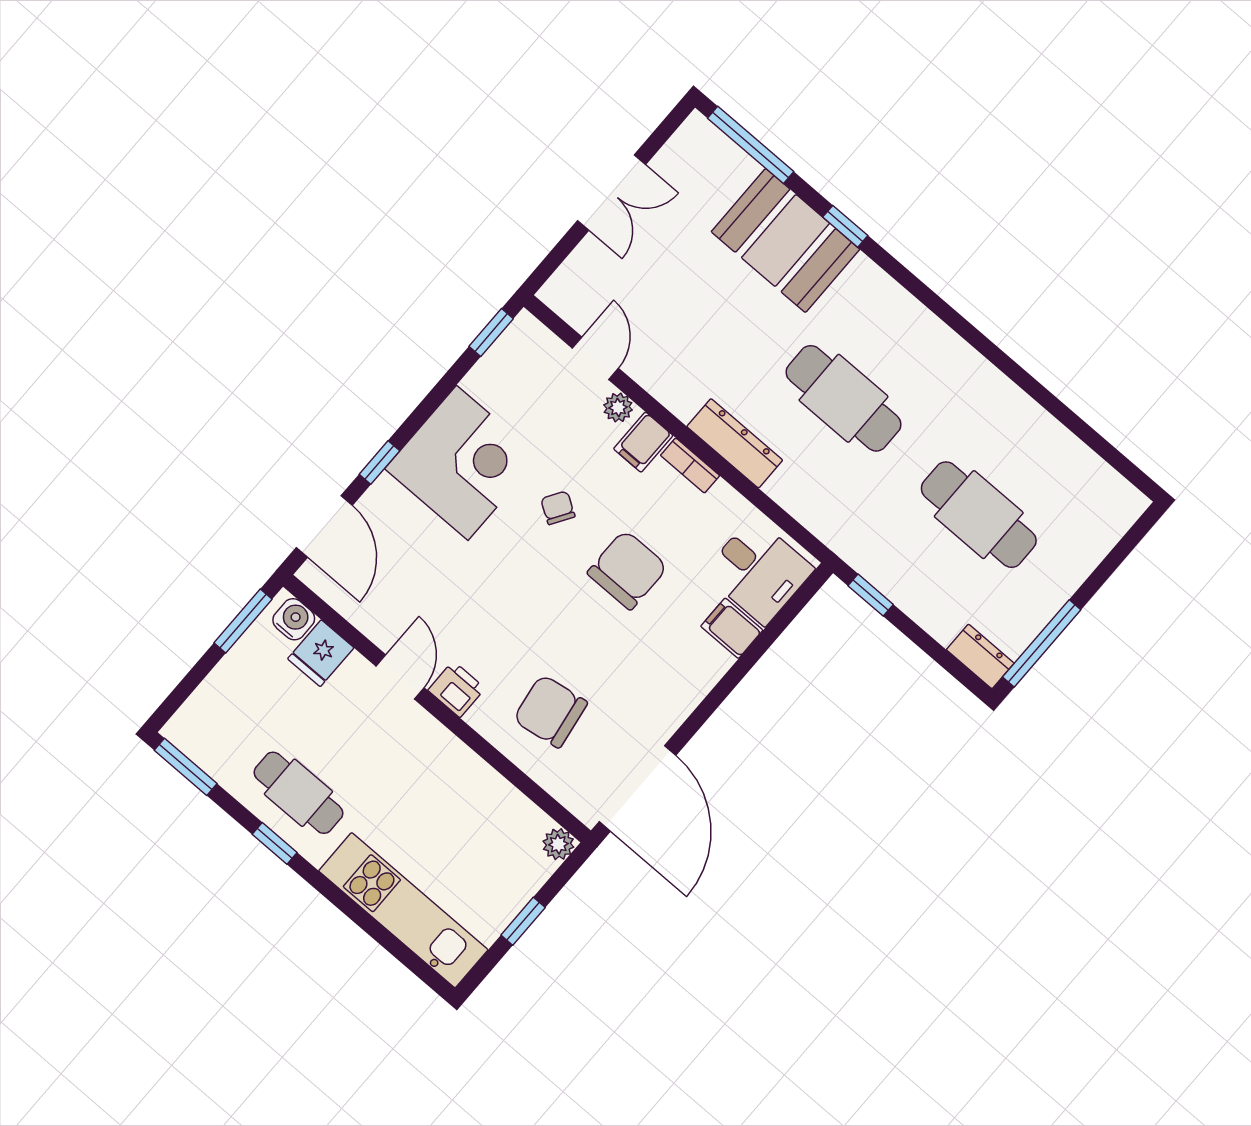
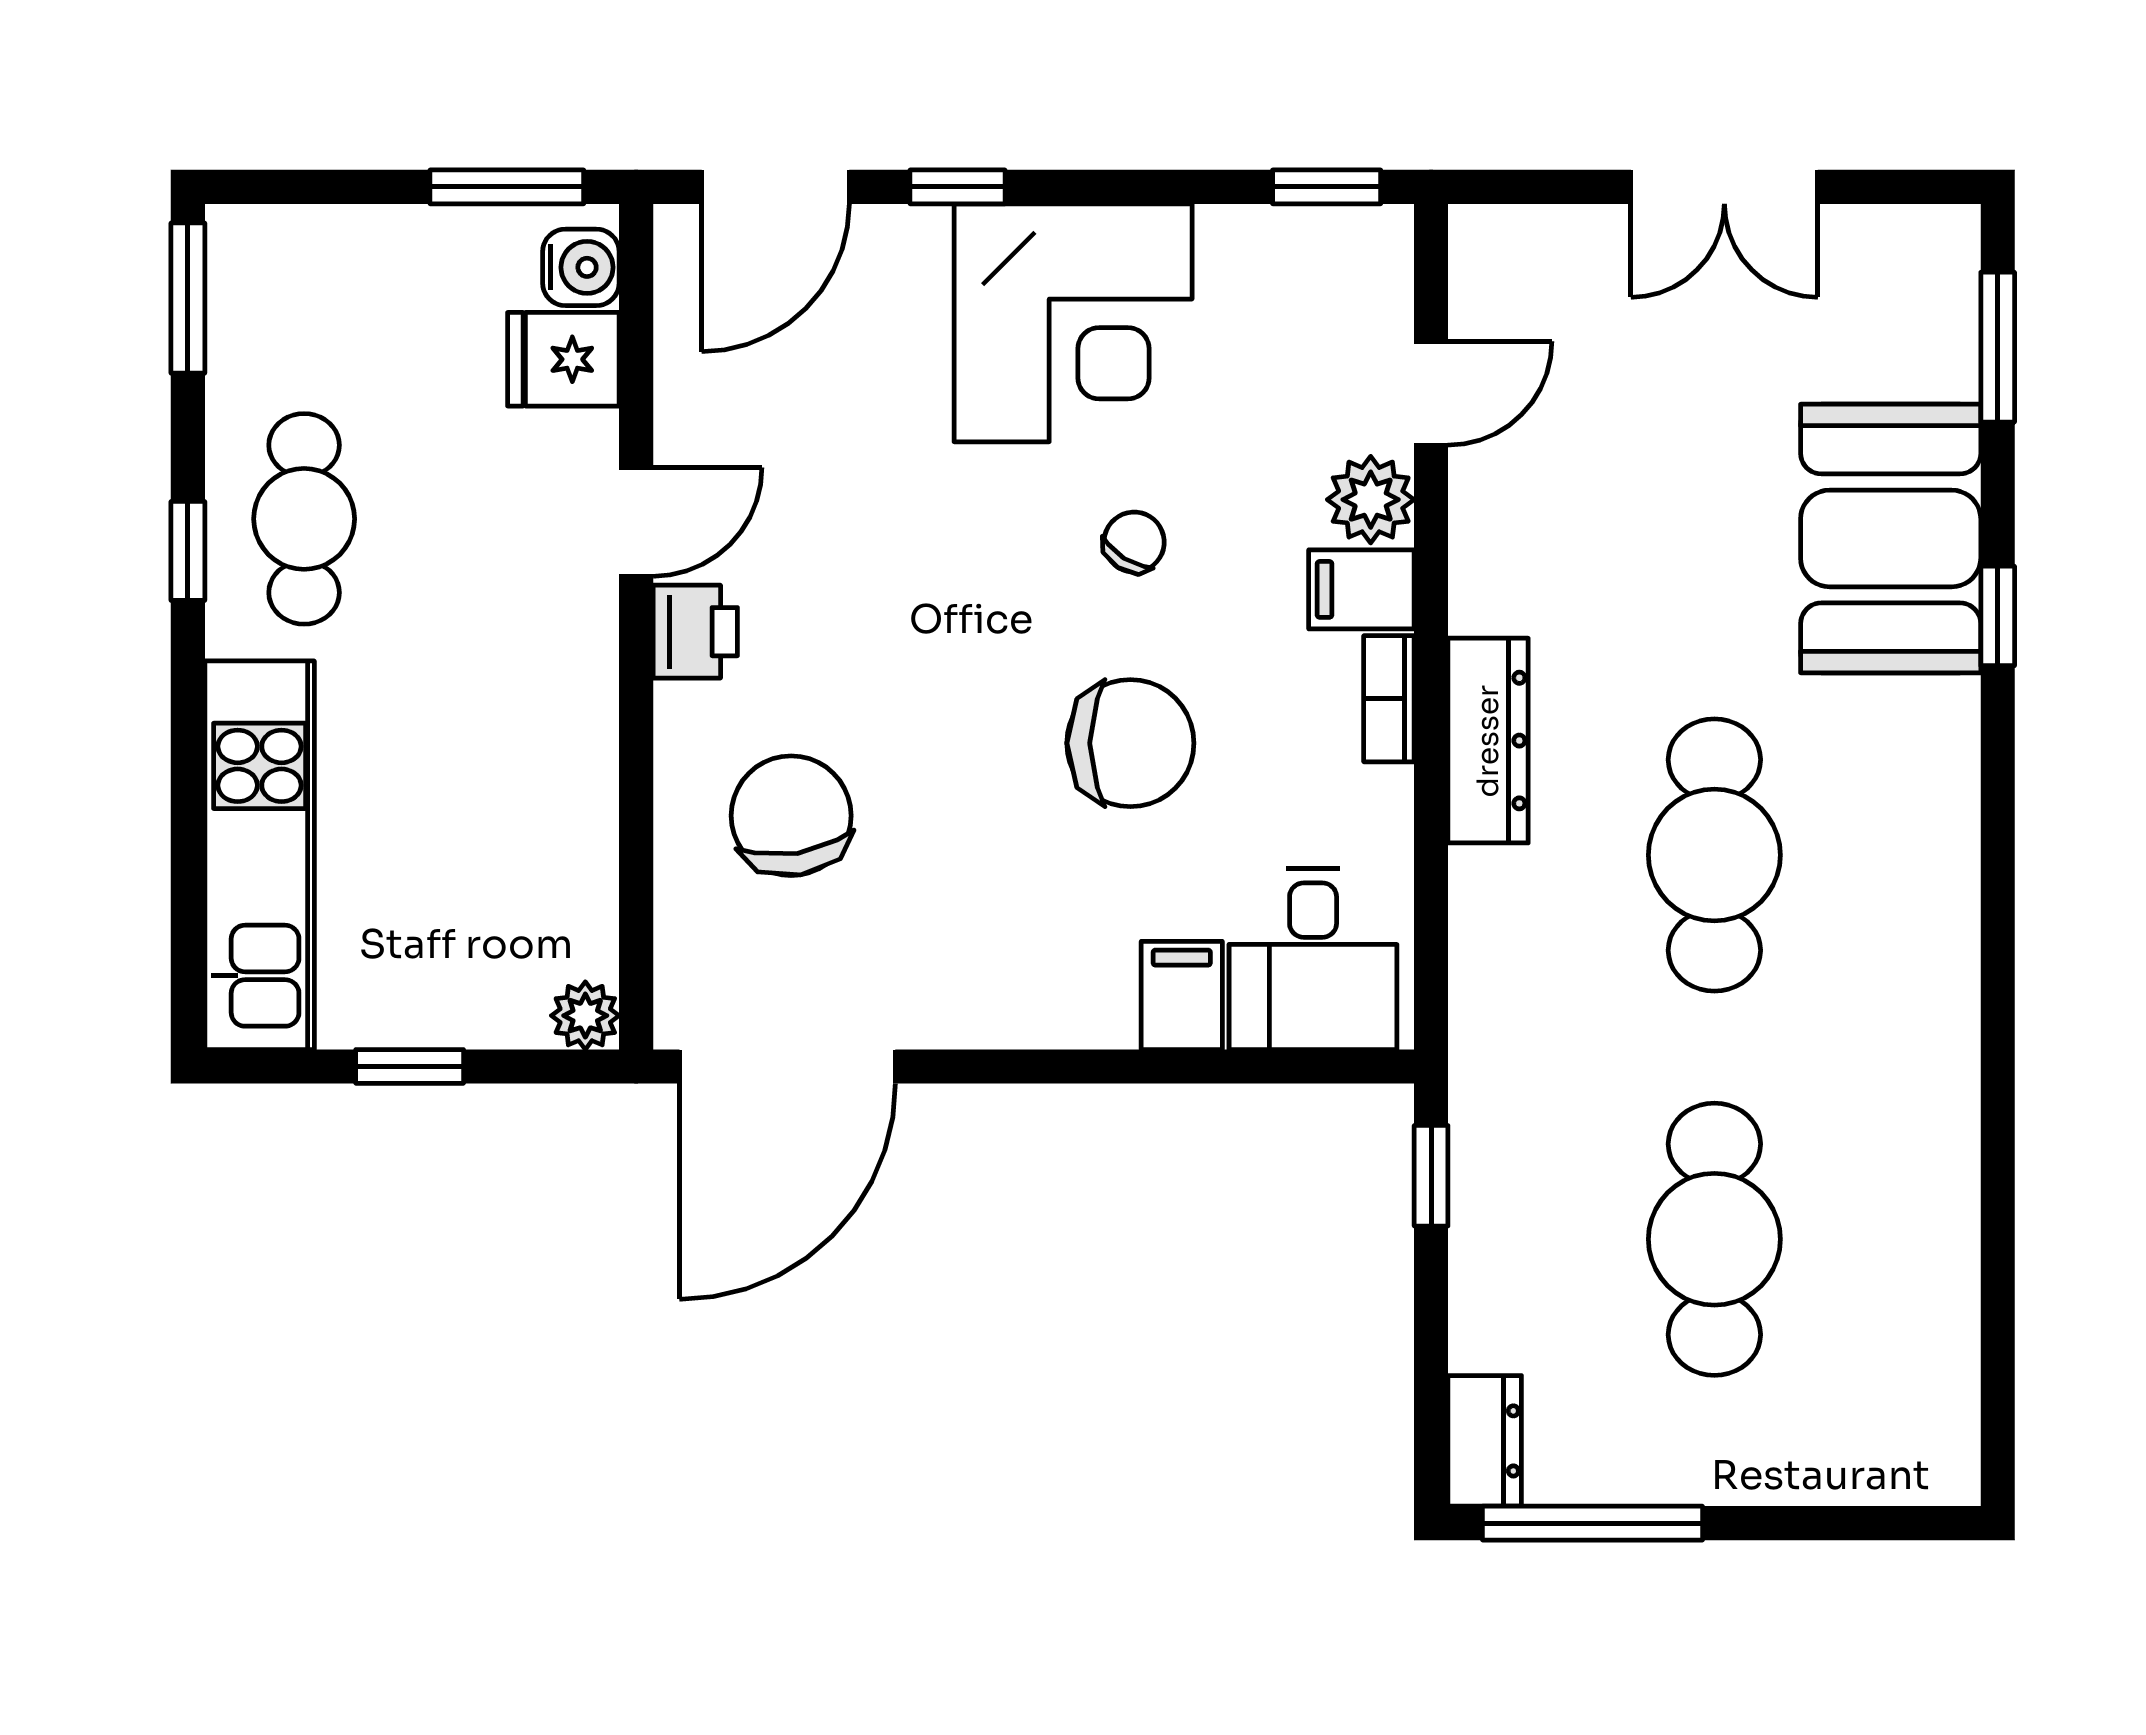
window: (751, 145) -> (1998, 347), width x0.69
plant: (618, 407) -> (1371, 500), width x1.38, depth x1.38

